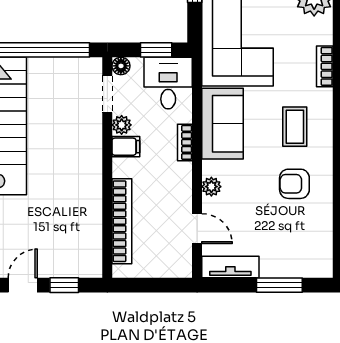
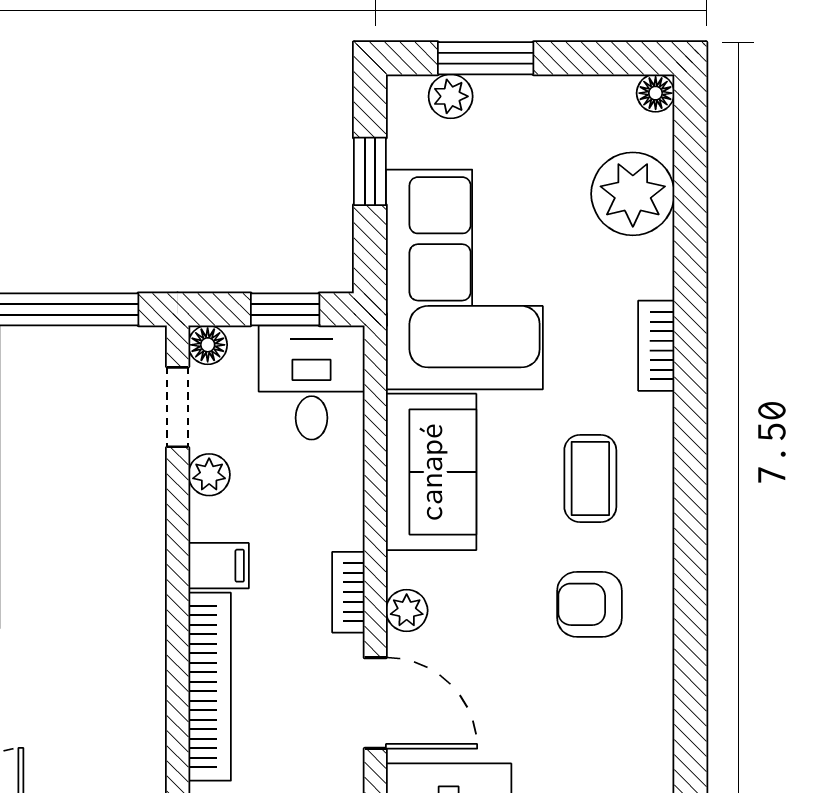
bookcase: (185, 142) -> (348, 592), moved
filing cabinet: (126, 147) -> (219, 566), moved
door: (197, 229) -> (375, 703), width x1.38

